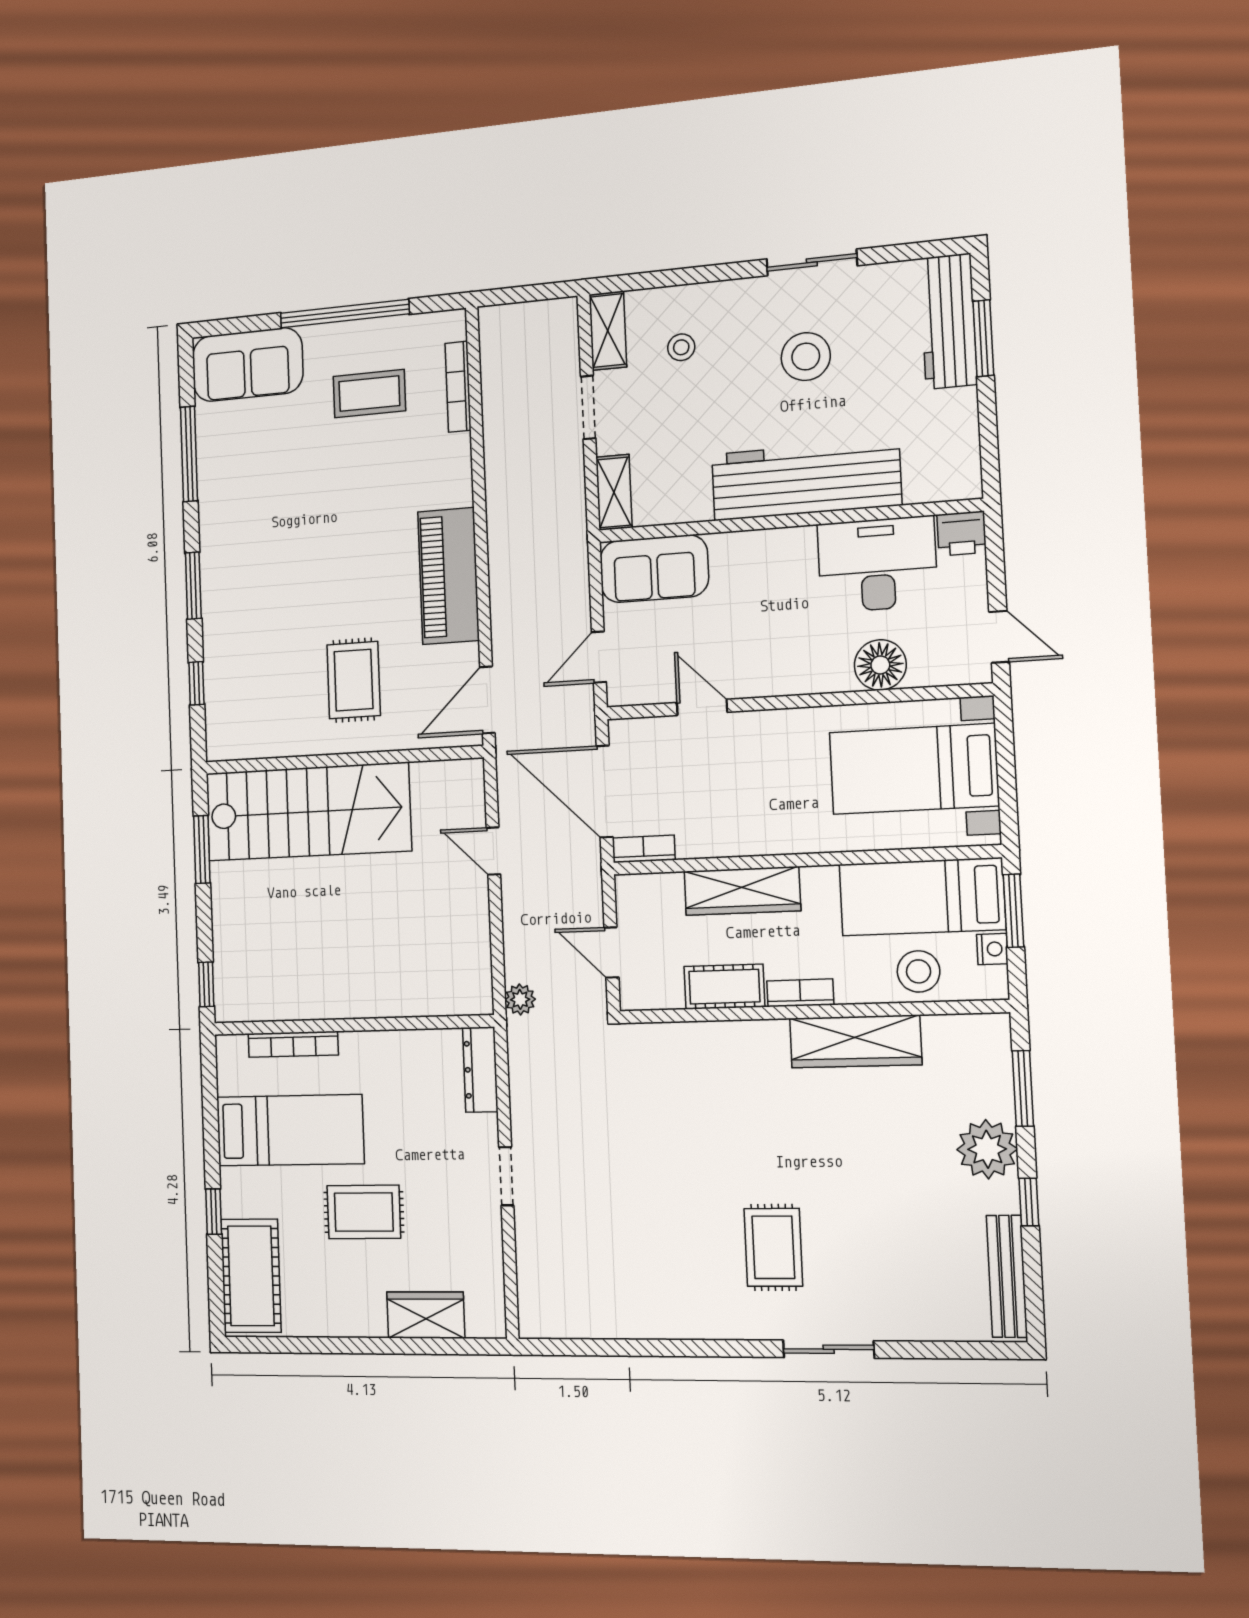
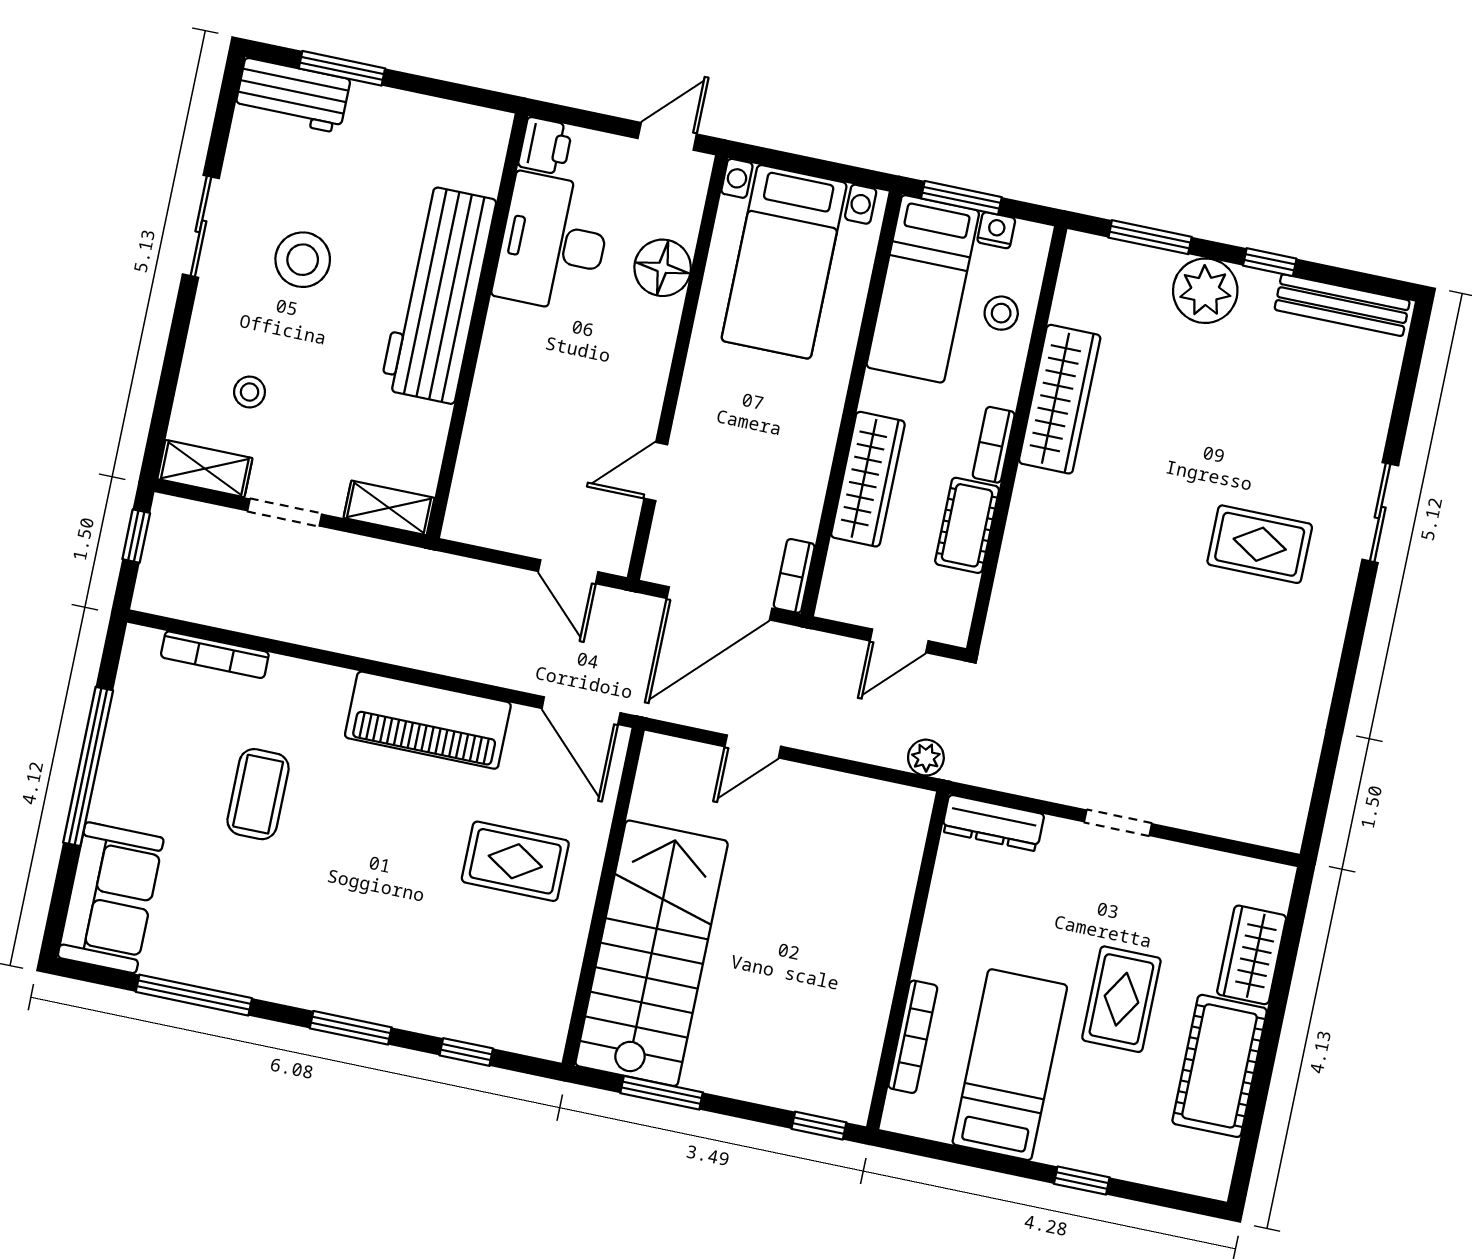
window: (538, 292) -> (136, 536), added
workbench: (948, 321) -> (292, 95), width x0.73
coffee table: (369, 394) -> (258, 794), moved
sofa: (654, 569) -> (487, 485), removed
stool: (919, 971) -> (1001, 313), width x0.73, depth x0.73
cot: (251, 1276) -> (1220, 1066), moved, turned 90

